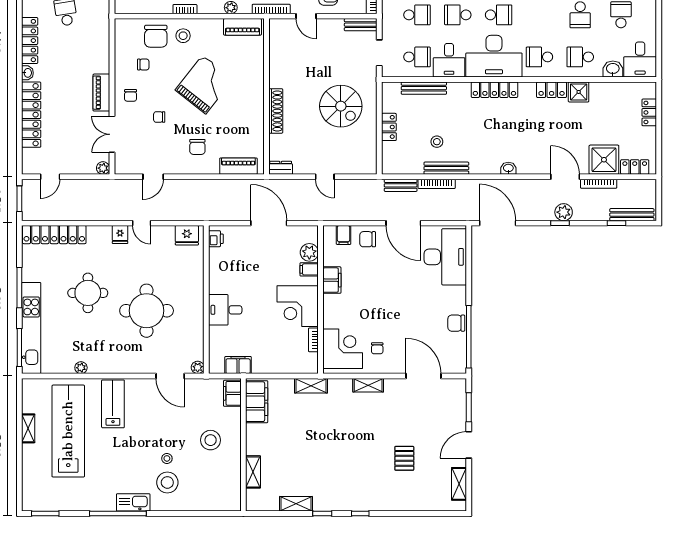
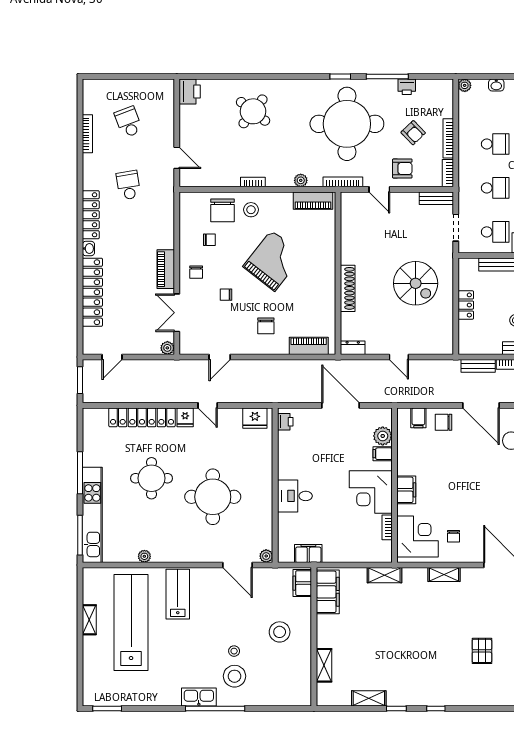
locker: (54, 235) -> (142, 417), moved
filing cabinet: (332, 280) -> (406, 490), moved
window: (118, 513) -> (215, 709), moved

